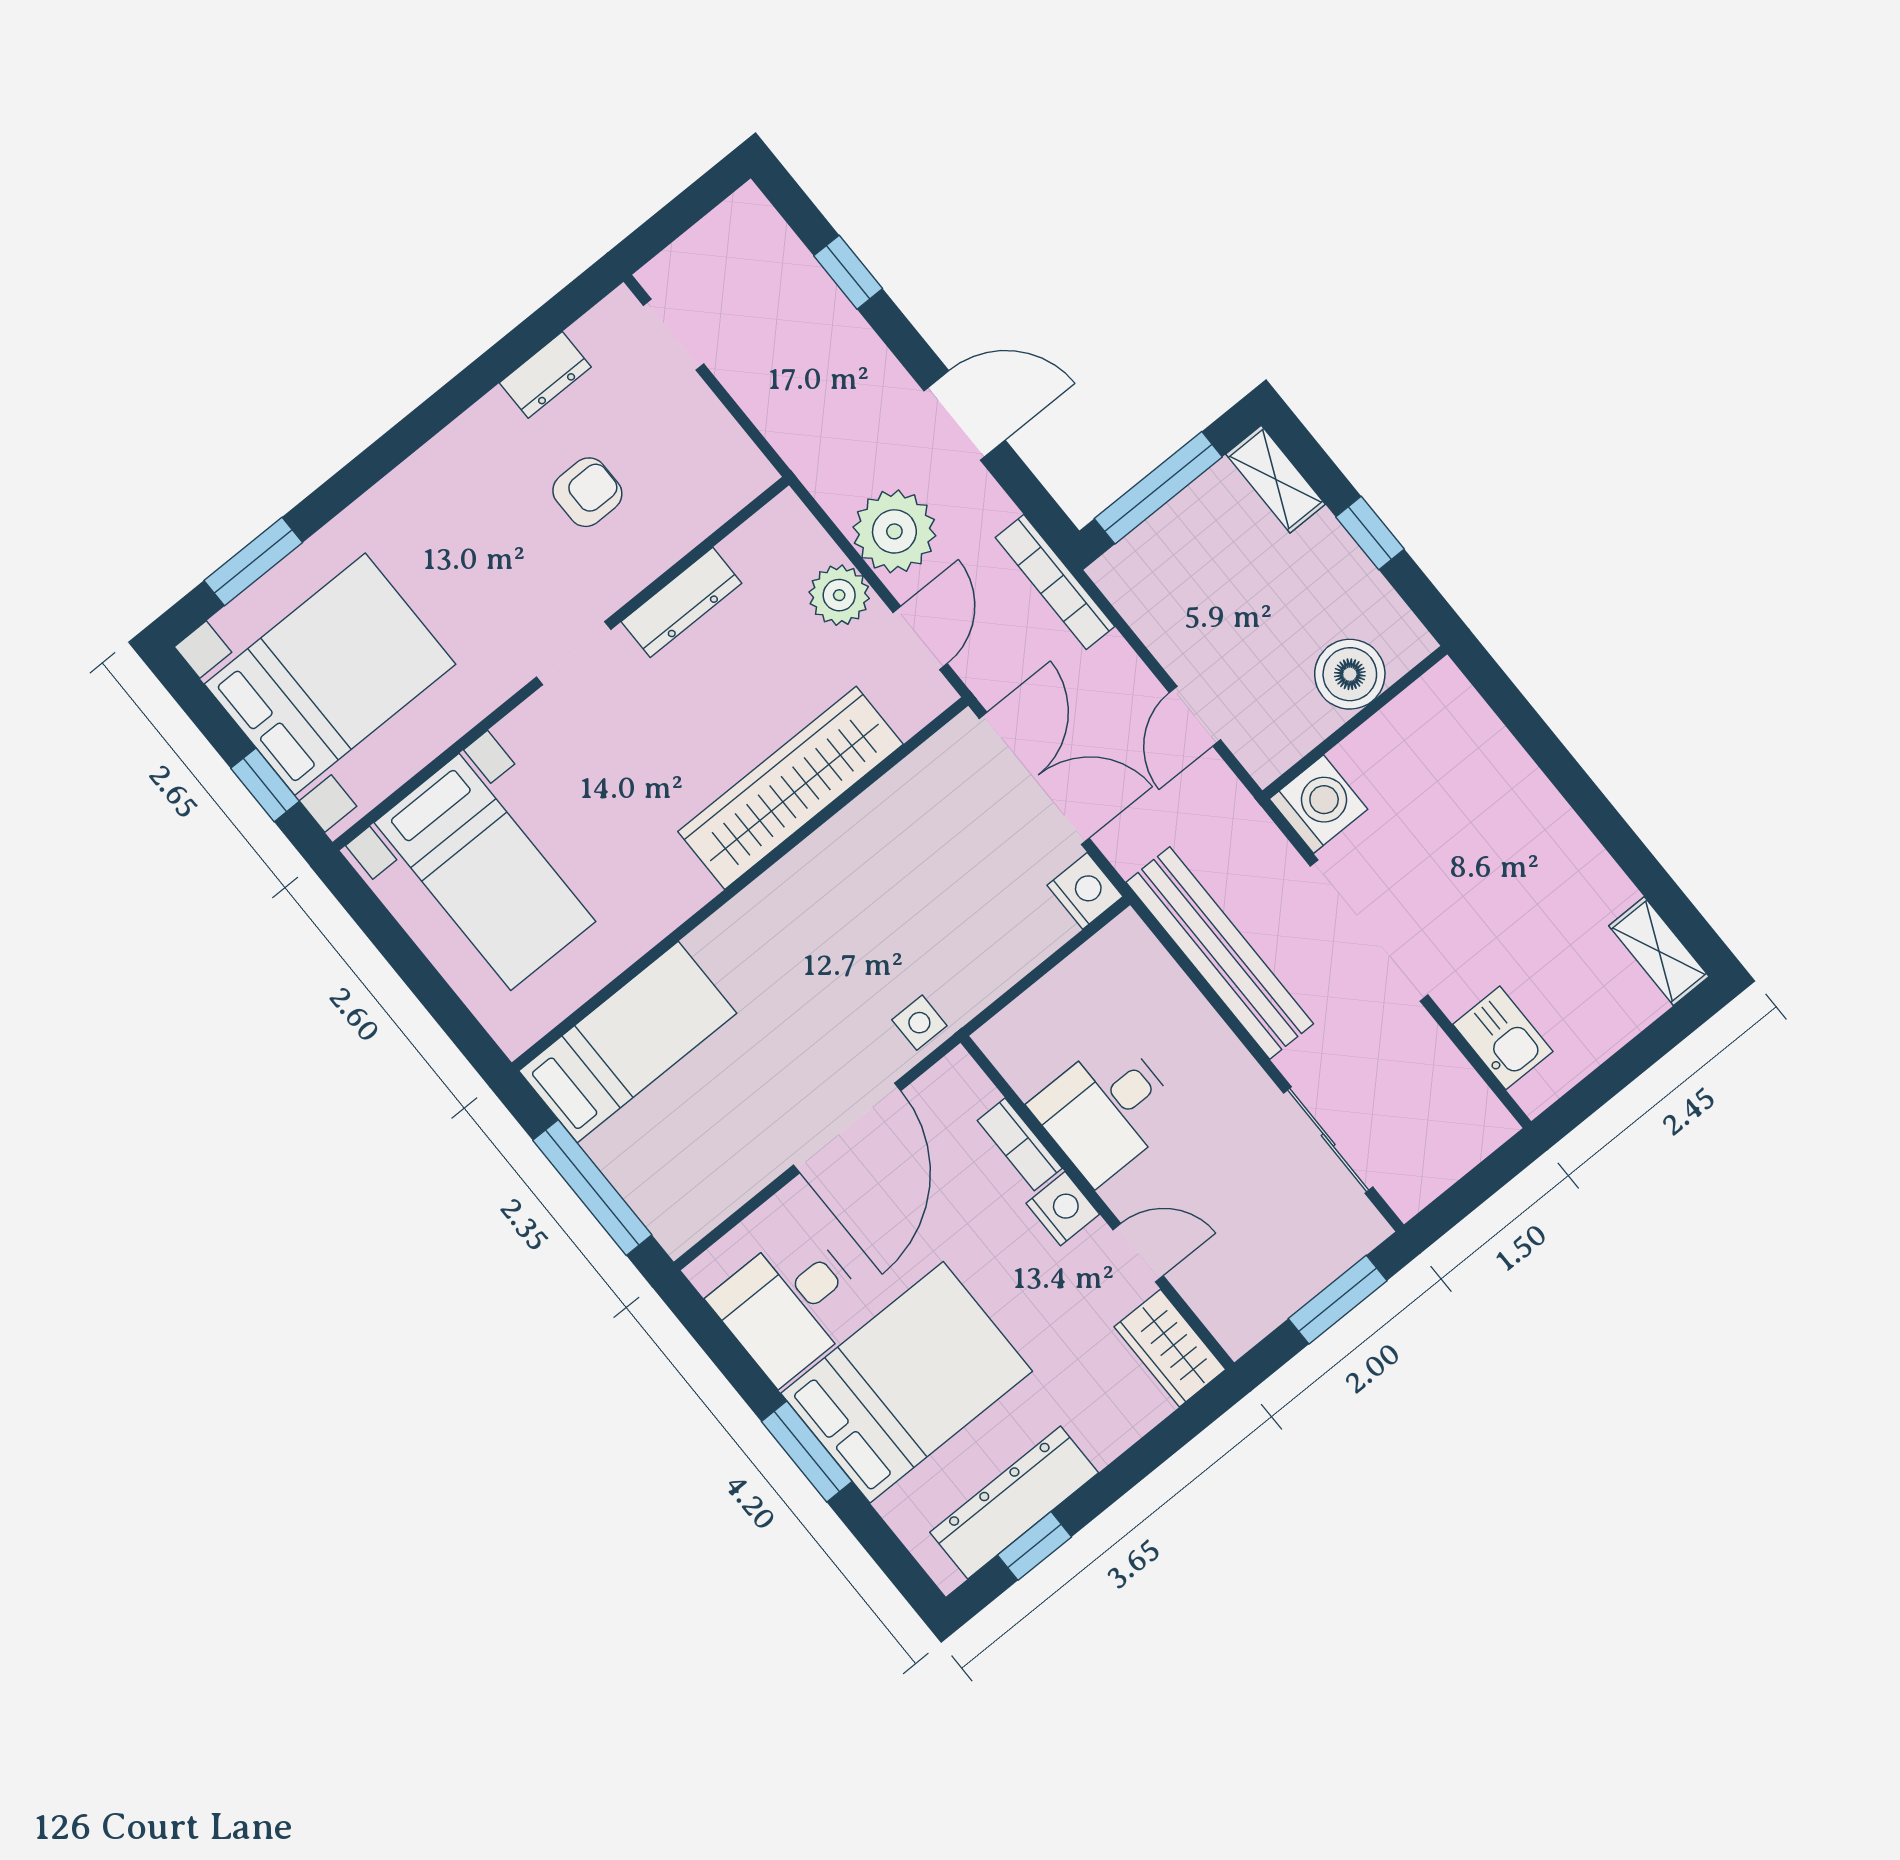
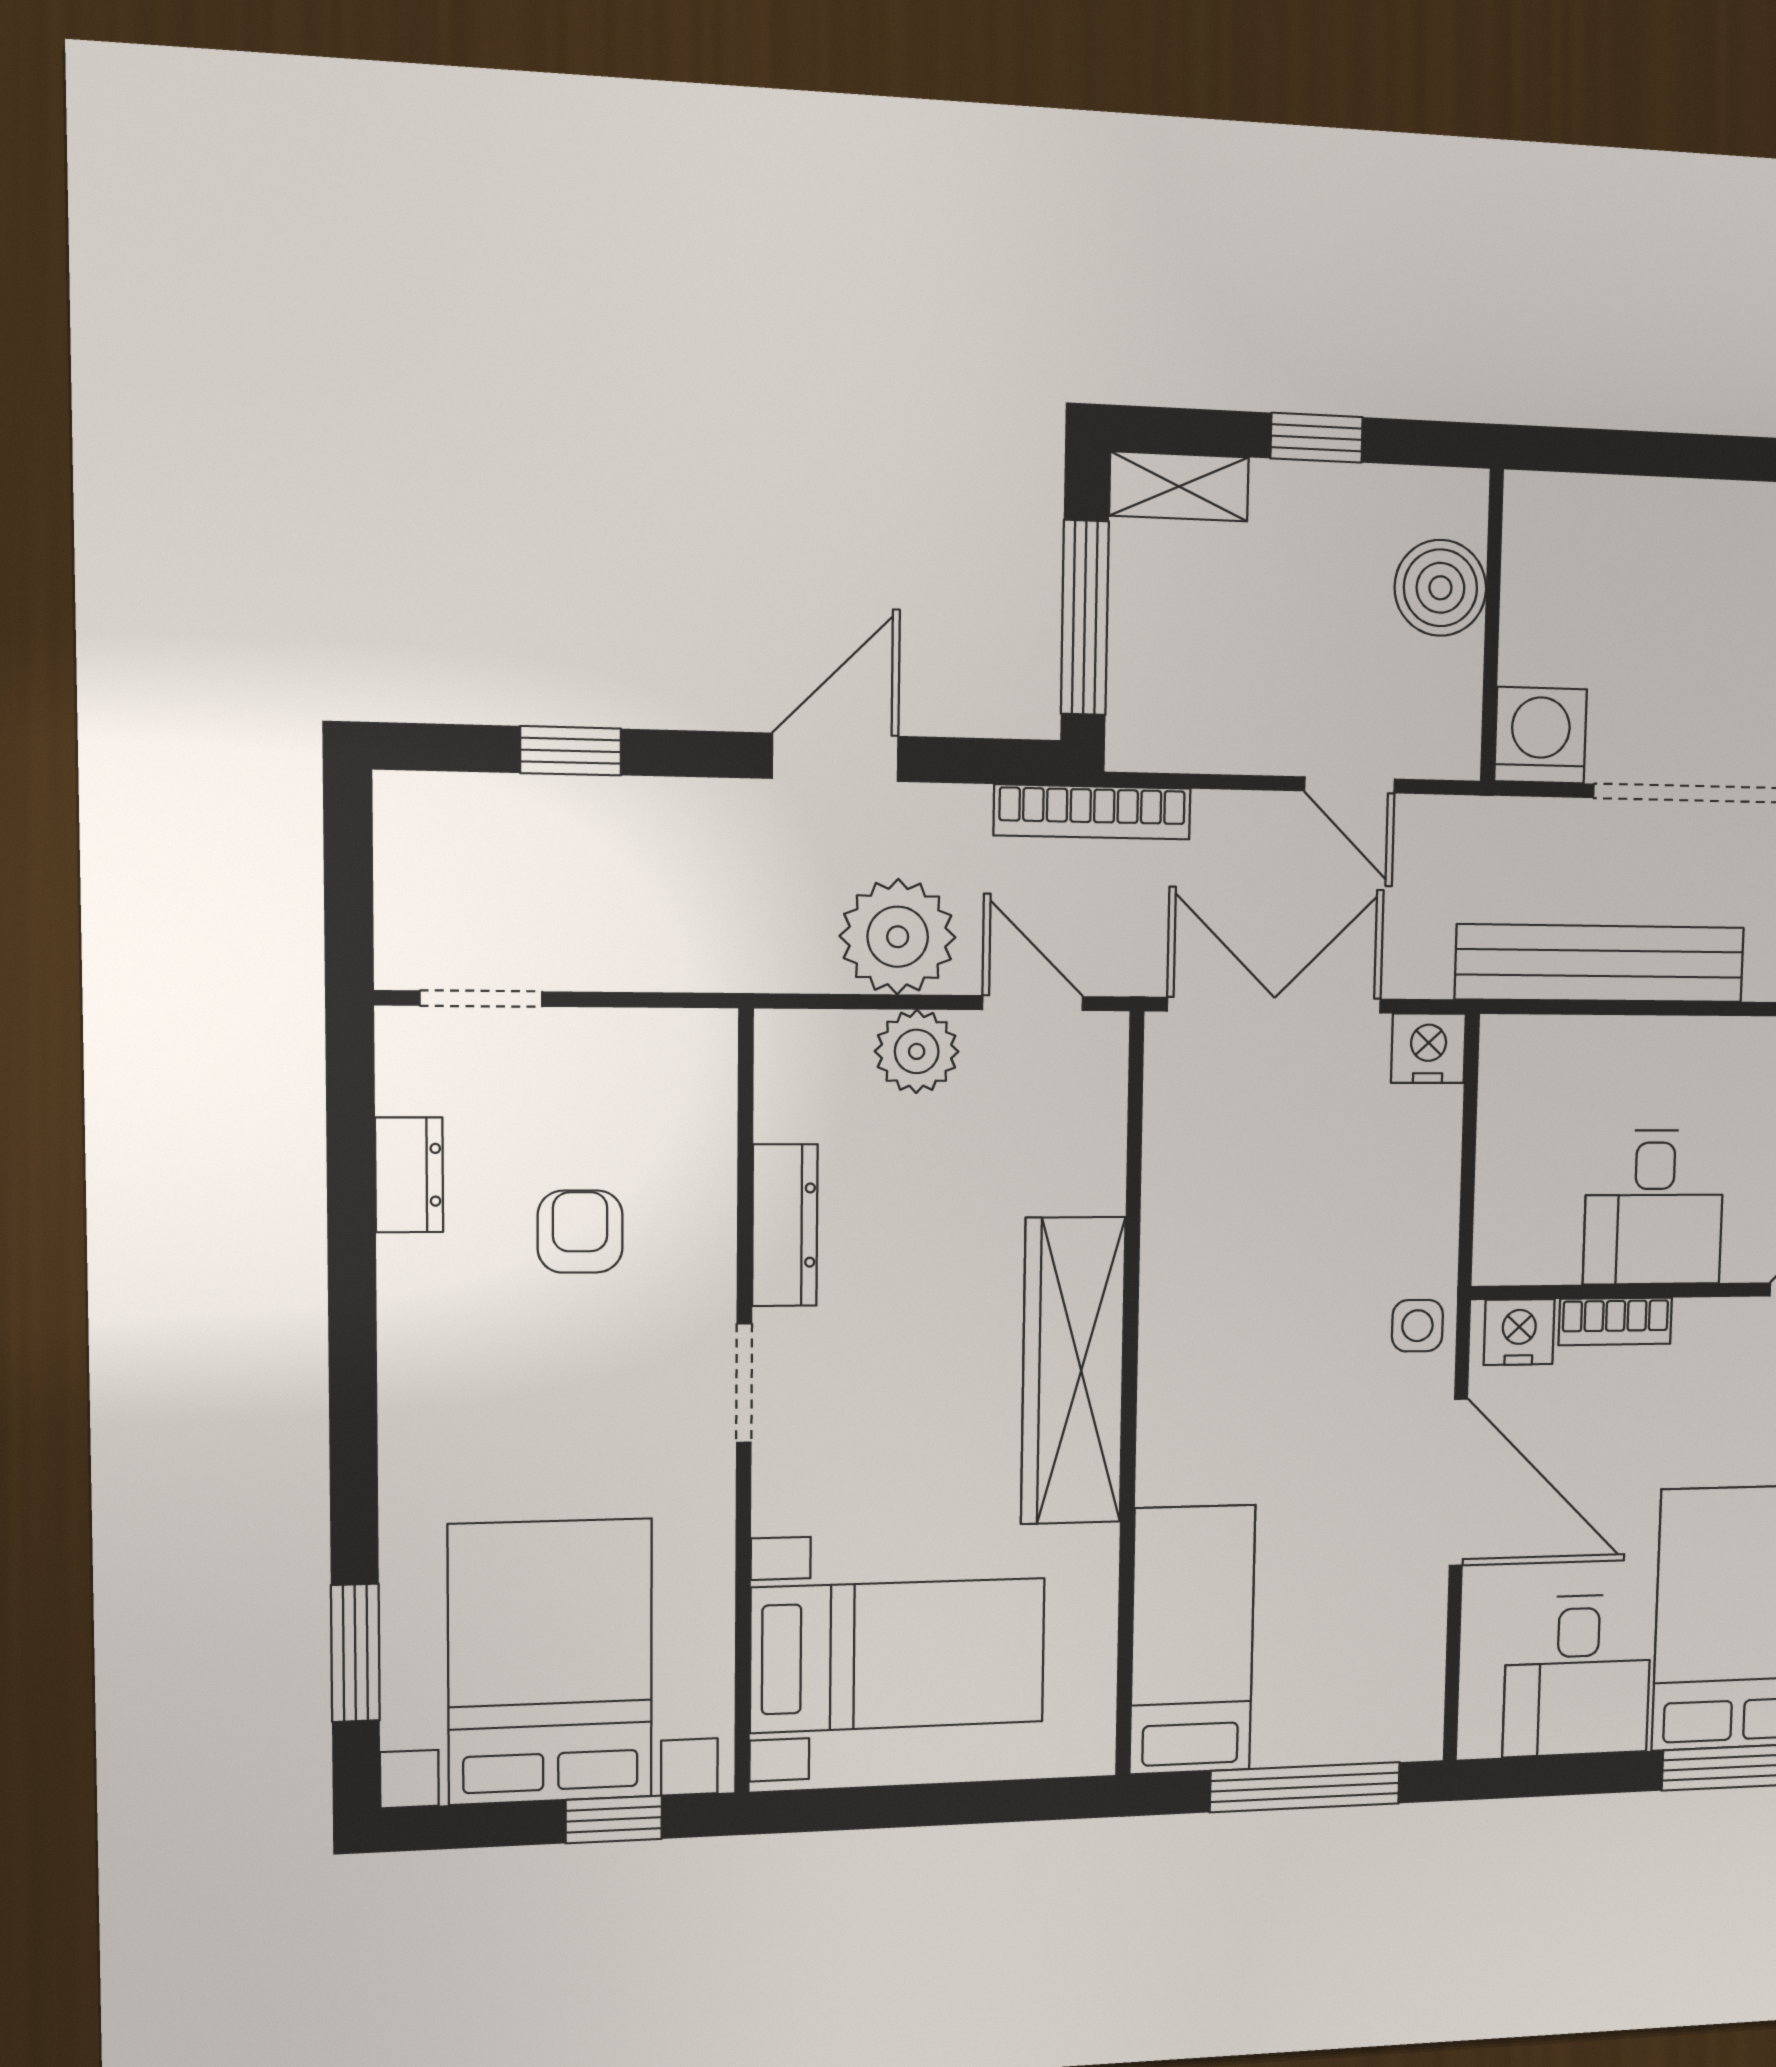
wardrobe: (791, 788) -> (1073, 1371), moved
nightstand: (1063, 1209) -> (1519, 1332), moved

